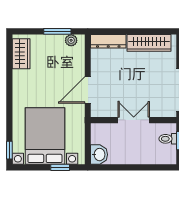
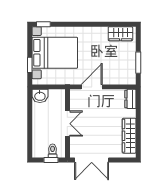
plant: (71, 40) -> (131, 74), removed
dresser: (108, 41) -> (130, 99), width x0.70
door: (88, 90) -> (92, 87), hinge flipped

